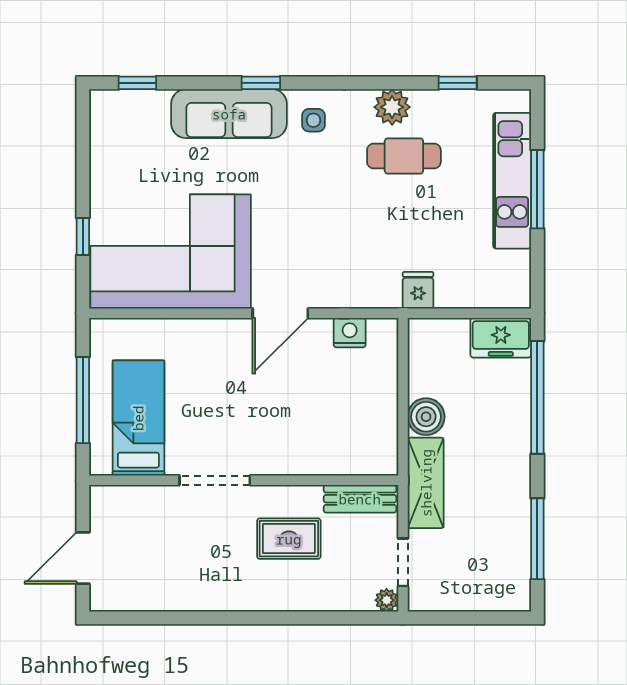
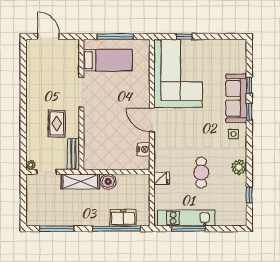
window: (137, 83) -> (249, 85), moved
cafe table: (404, 156) -> (201, 173), moved
kitchen unit: (512, 181) -> (186, 218), moved
window: (537, 189) -> (188, 229), moved
freezer: (501, 338) -> (123, 218), moved, turned 90

